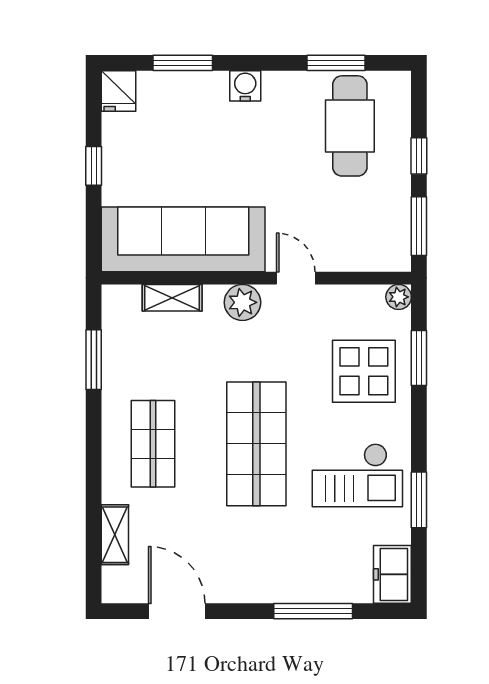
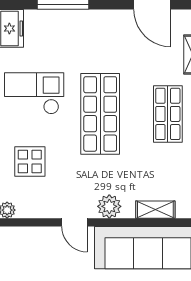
display table: (364, 371) -> (30, 161), width x0.73, depth x0.73

